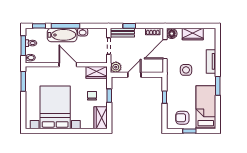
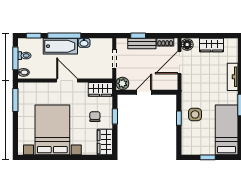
bench: (122, 33) -> (142, 43), moved
side table: (186, 70) -> (195, 114), moved
armchair: (182, 118) -> (199, 142), removed

